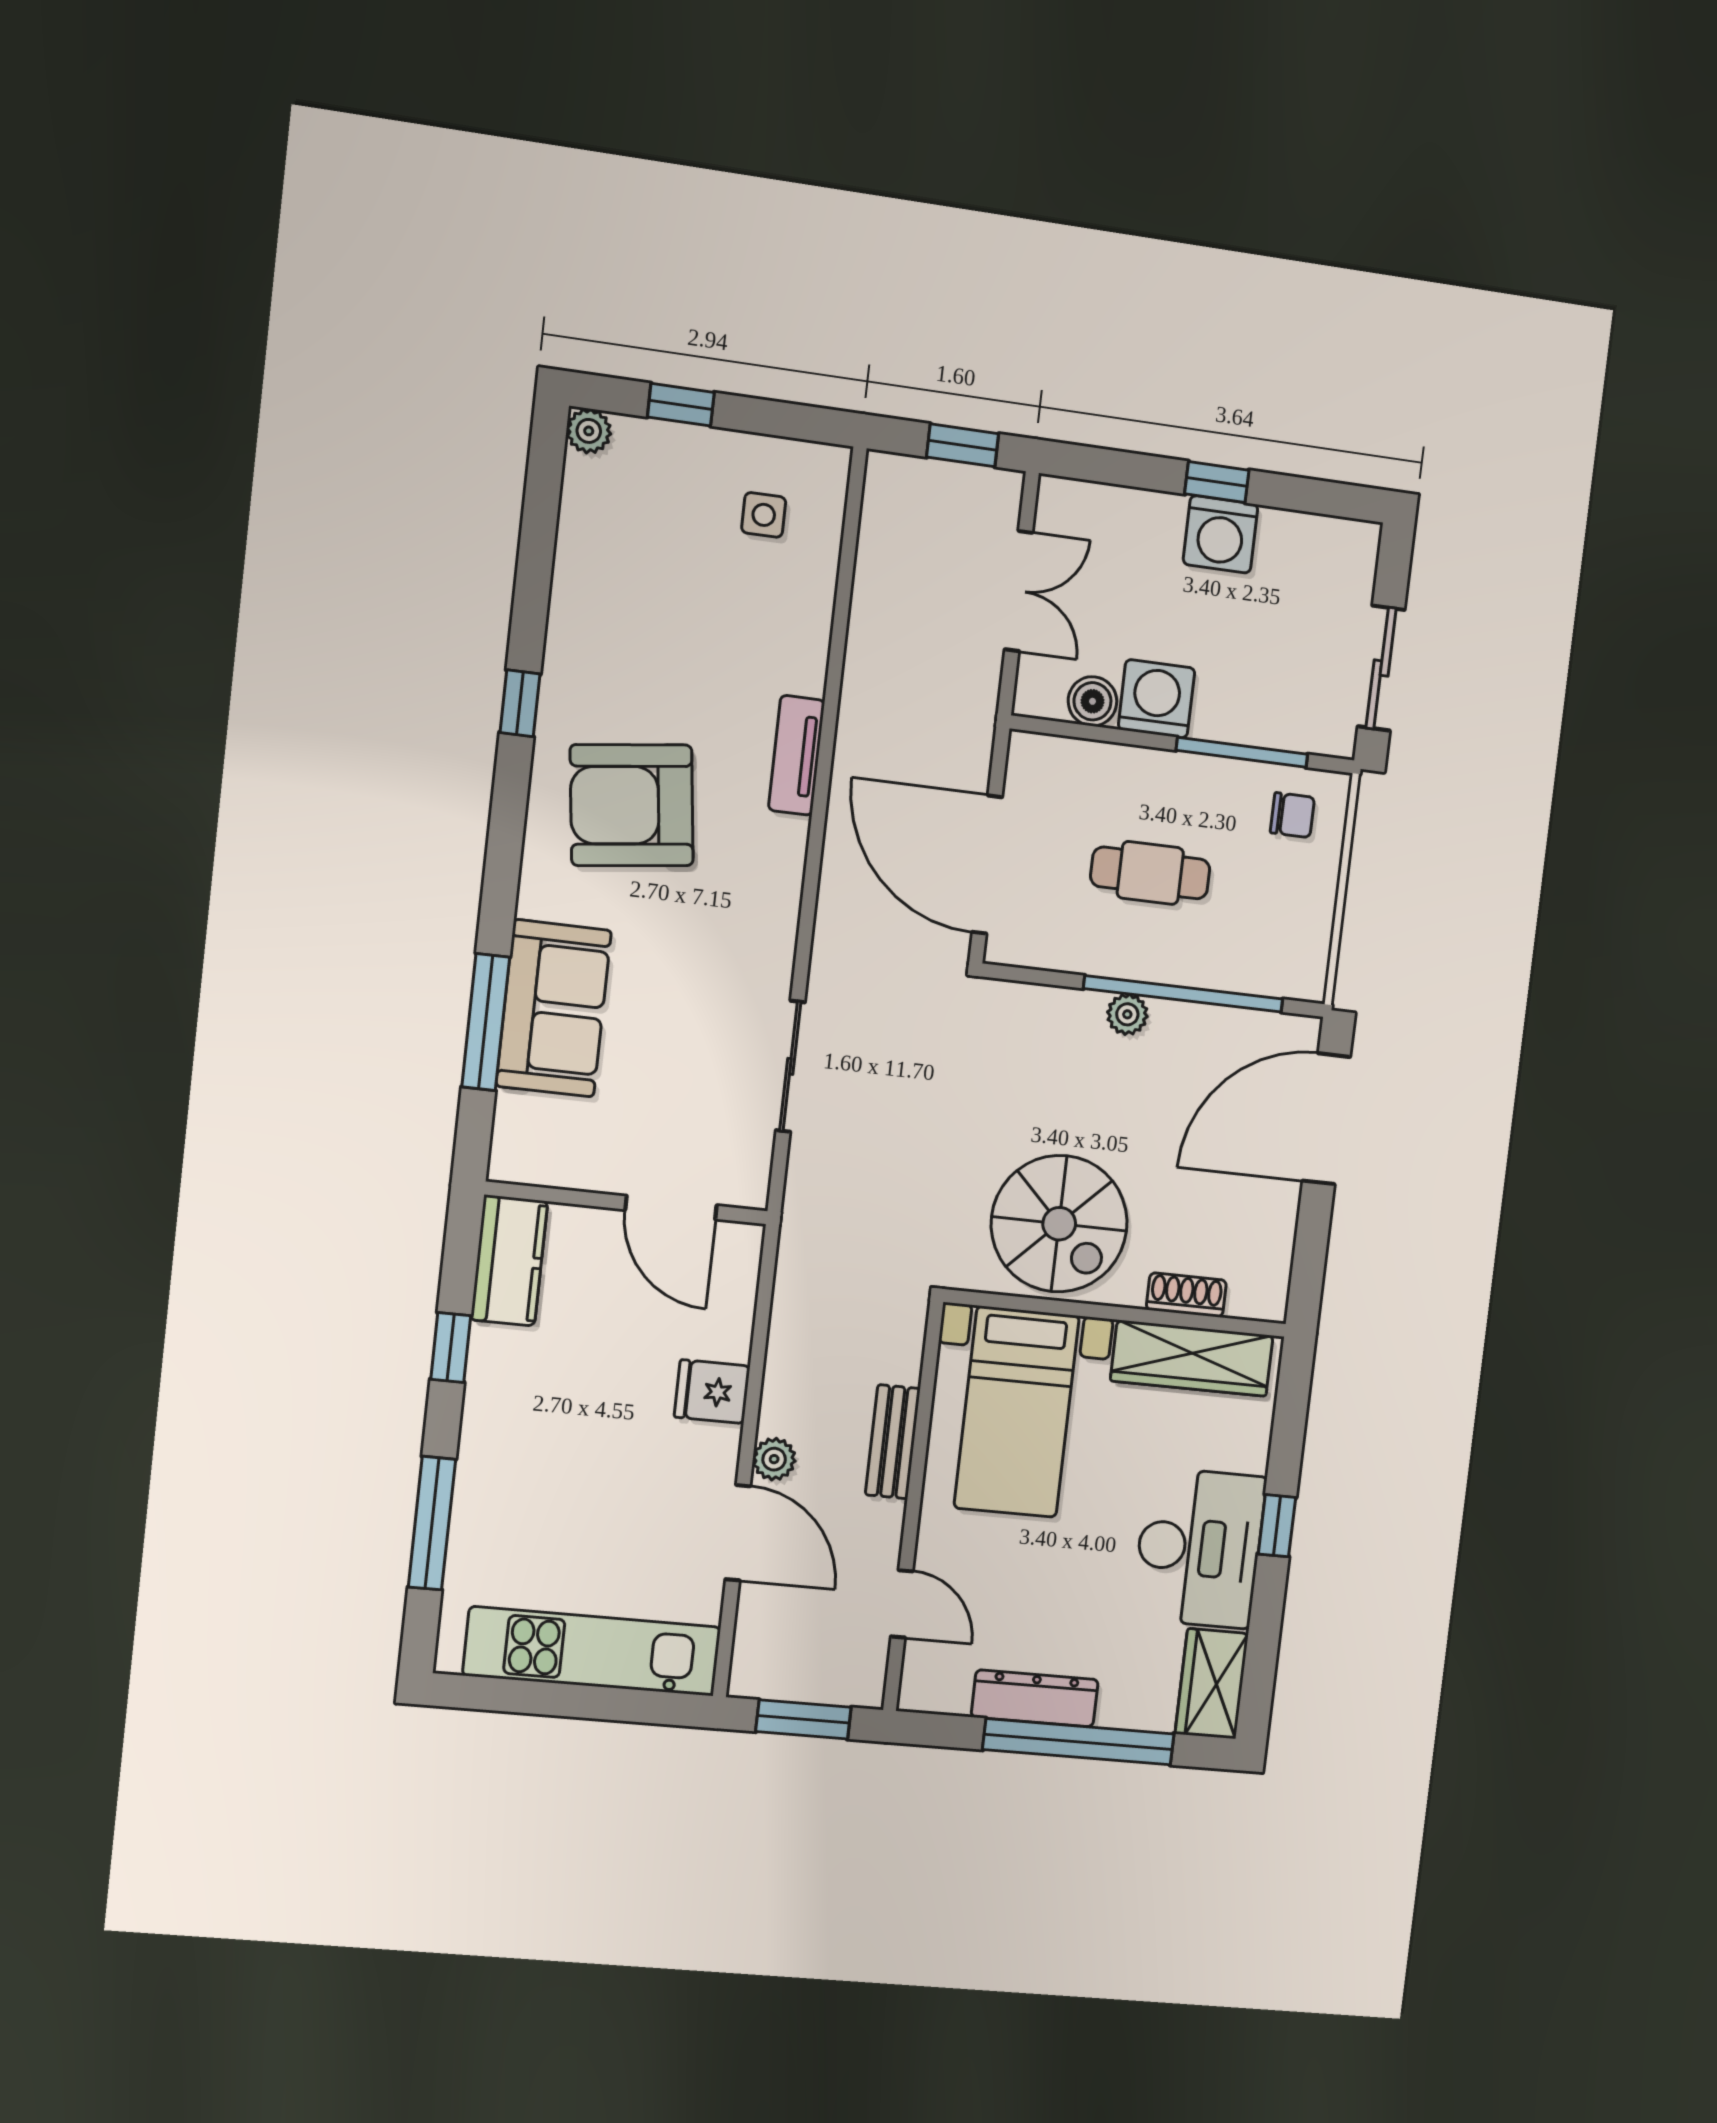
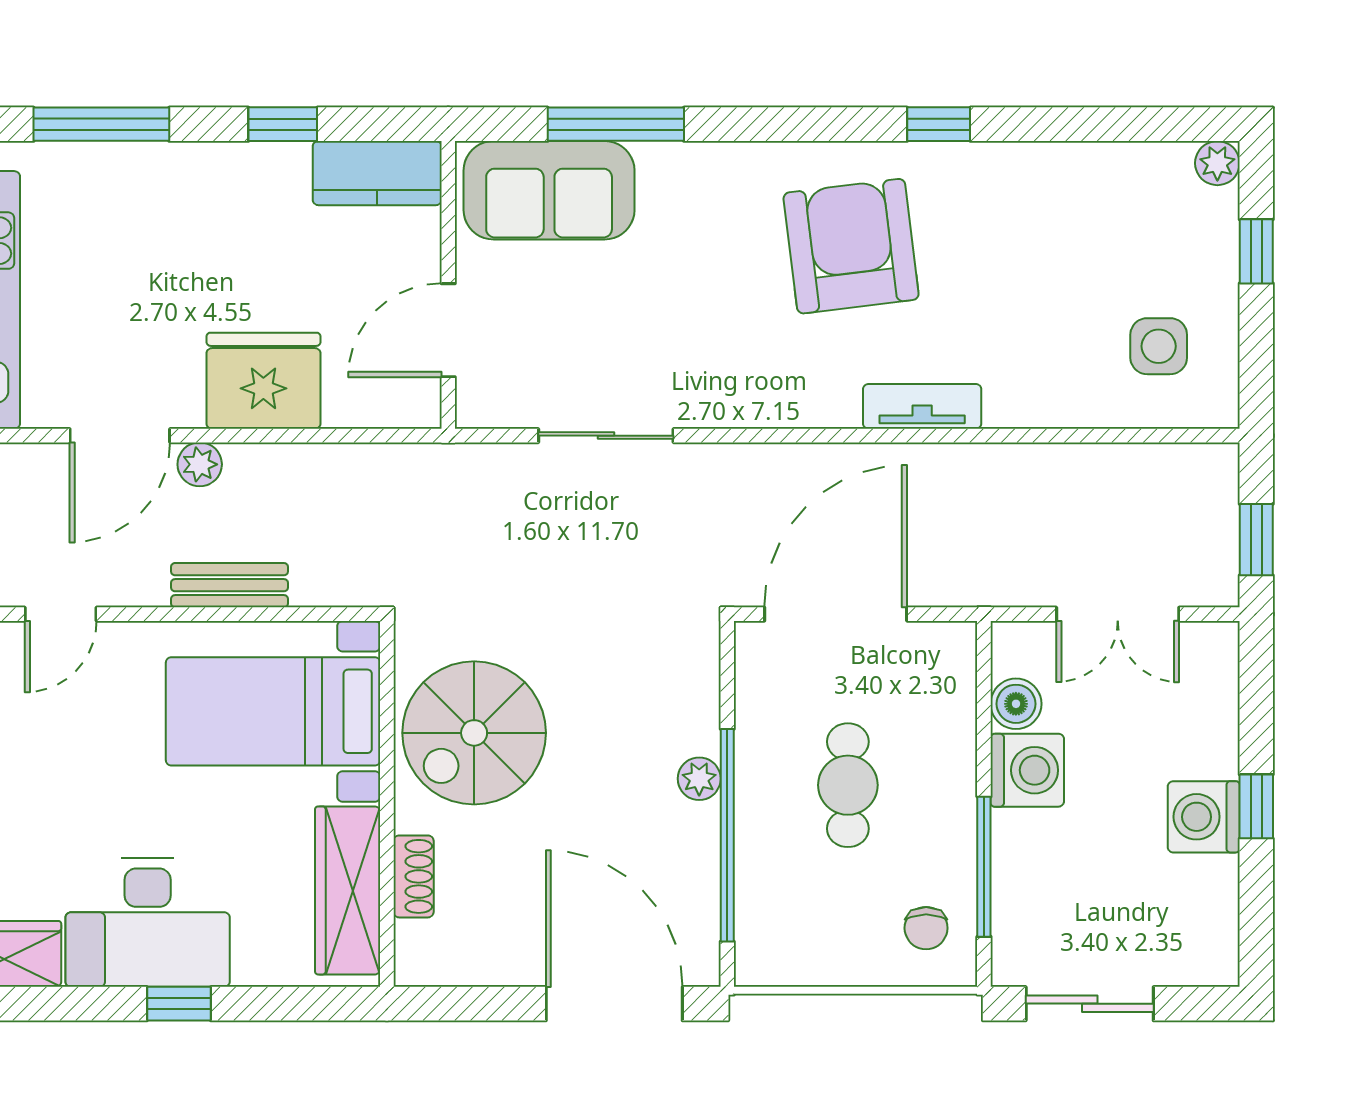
side table: (764, 515) -> (1159, 346), width x1.37, depth x1.37
sofa: (554, 1008) -> (549, 190), moved
fridge: (712, 1392) -> (263, 381), width x1.88, depth x1.34

